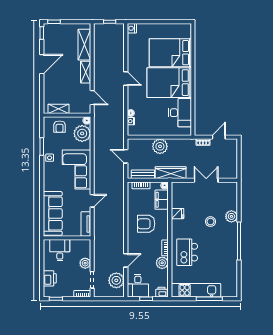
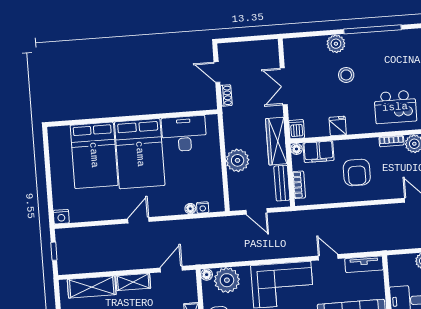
door: (126, 156) -> (257, 211), hinge flipped
dishwasher: (177, 187) -> (297, 129), added

